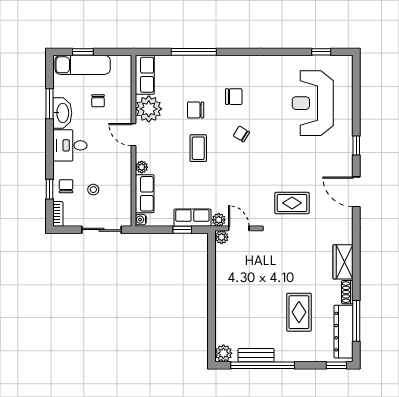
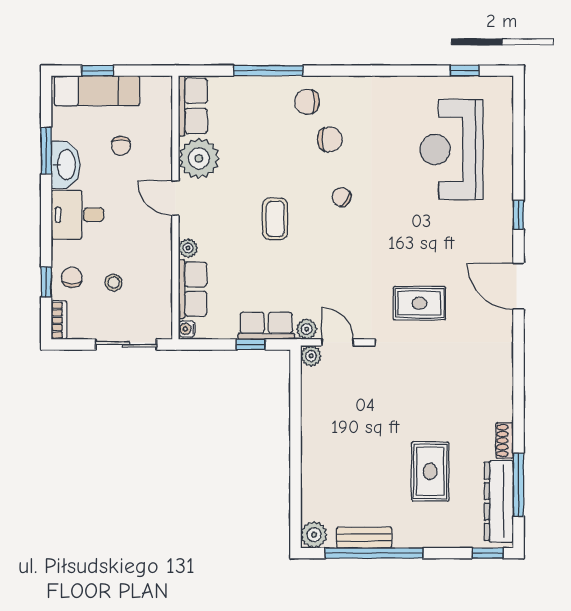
chair: (196, 110) -> (307, 102), moved
wardrobe: (343, 262) -> (498, 394), removed

